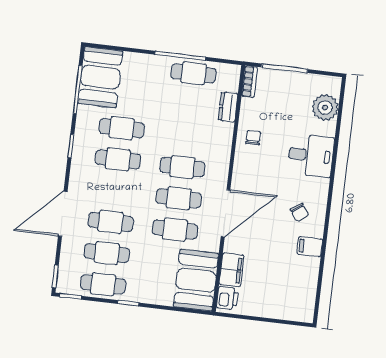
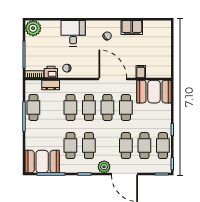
plant: (325, 107) -> (33, 28), moved
cafe table: (186, 136) -> (70, 107), added
plant: (79, 181) -> (104, 167), added
filing cabinet: (310, 247) -> (132, 27), width x2.00
filing cabinet: (232, 270) -> (141, 72), width x0.50
printer: (227, 298) -> (51, 72), moved

